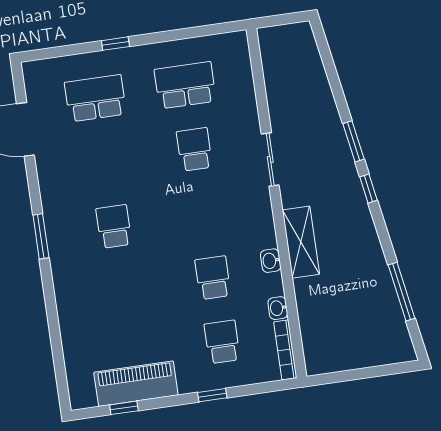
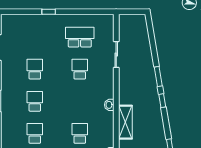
school desk: (95, 98) -> (35, 69), moved, width x0.54
sliding door: (270, 160) -> (116, 55), moved
washbasin: (271, 261) -> (109, 105), moved
school desk: (123, 291) -> (35, 133), added

